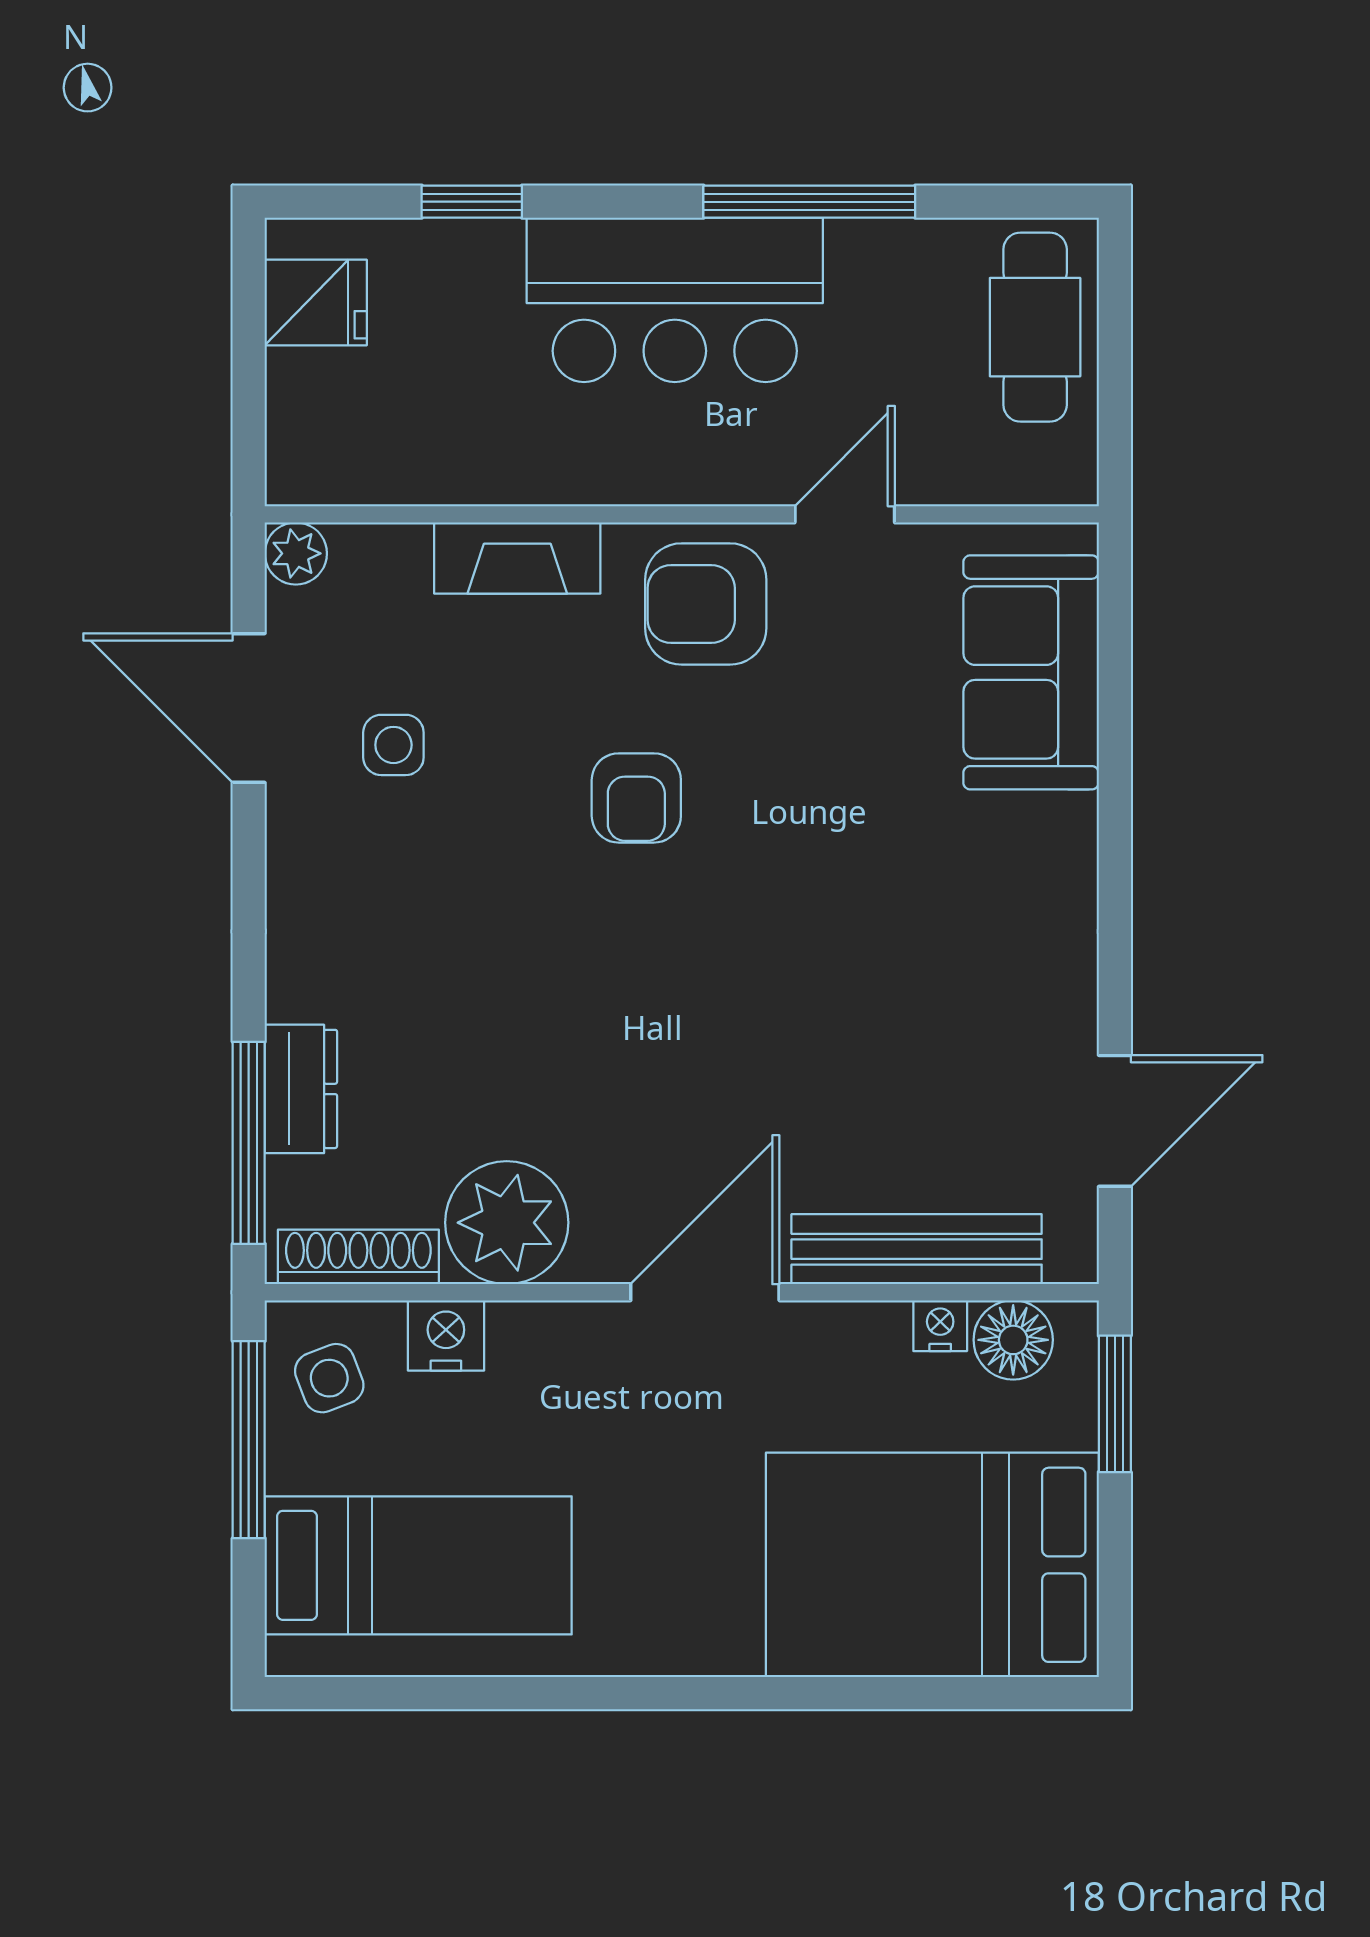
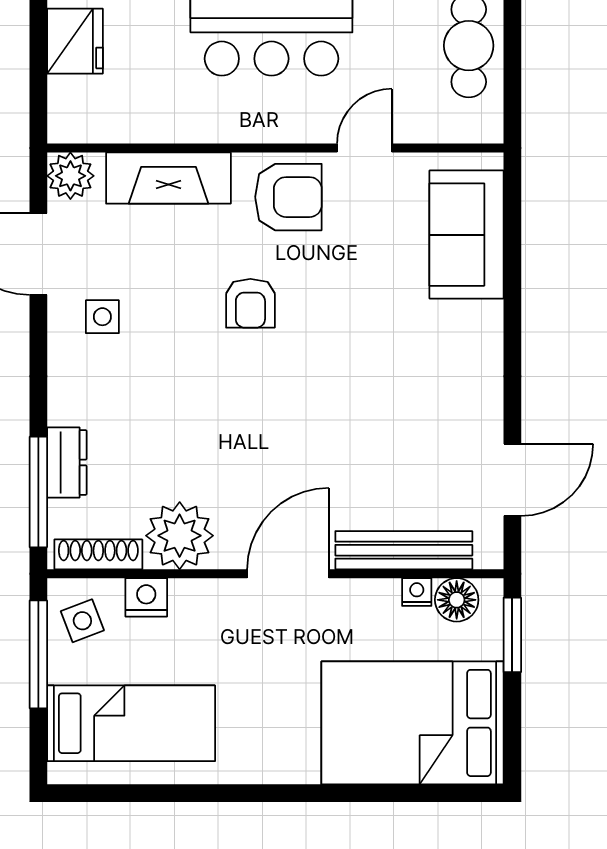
fridge: (316, 303) -> (75, 41), width x1.38
plant: (296, 553) -> (70, 176), width x1.38, depth x1.38
fireplace: (517, 558) -> (168, 178), width x1.37, depth x1.32
armchair: (706, 604) -> (288, 197), turned 180
side table: (393, 745) -> (102, 317), moved

